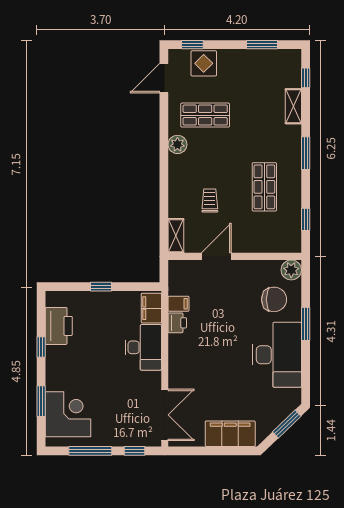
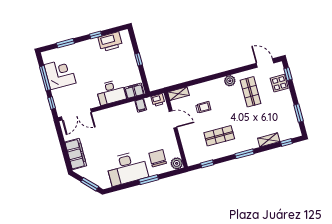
chair: (274, 299) -> (158, 158), turned 180
printer: (177, 323) -> (158, 100), moved
corner desk: (68, 414) -> (60, 74), moved, turned -90

